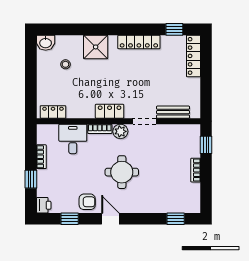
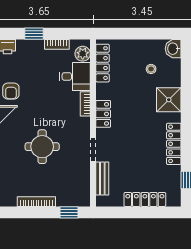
locker: (194, 56) -> (145, 199), moved
locker: (53, 112) -> (102, 63), width x1.53
plant: (120, 131) -> (83, 54), moved
bookcase: (196, 170) -> (36, 202), width x1.56
round table: (122, 172) -> (42, 147), moved

